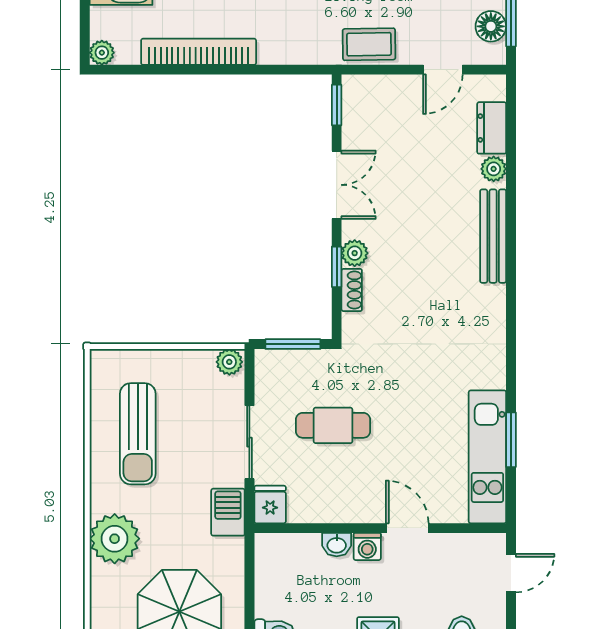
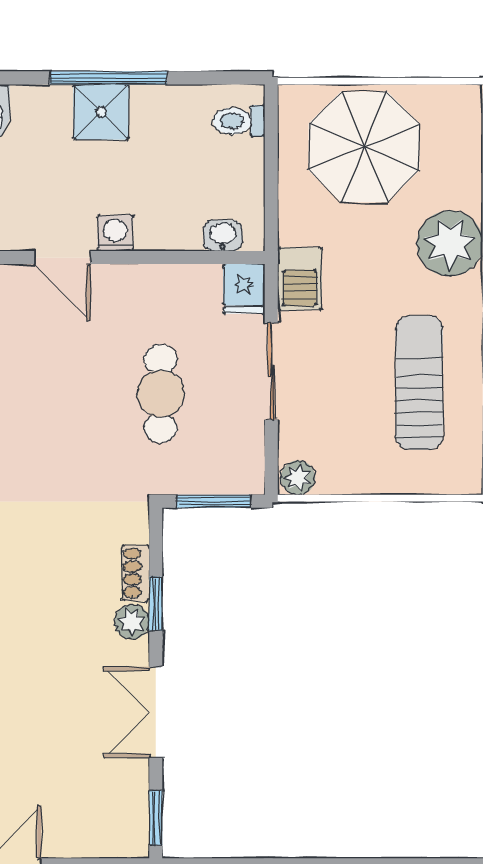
cafe table: (333, 425) -> (161, 394), turned 90
washbasin: (337, 545) -> (223, 236), moved

